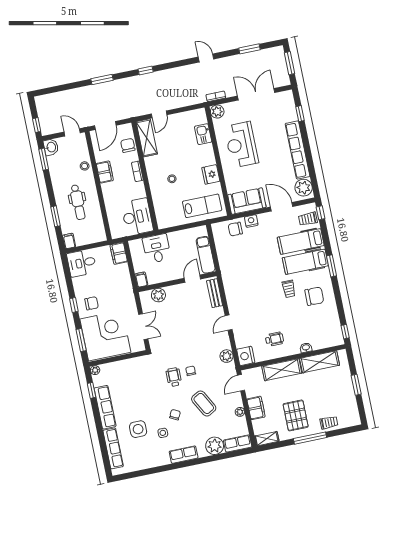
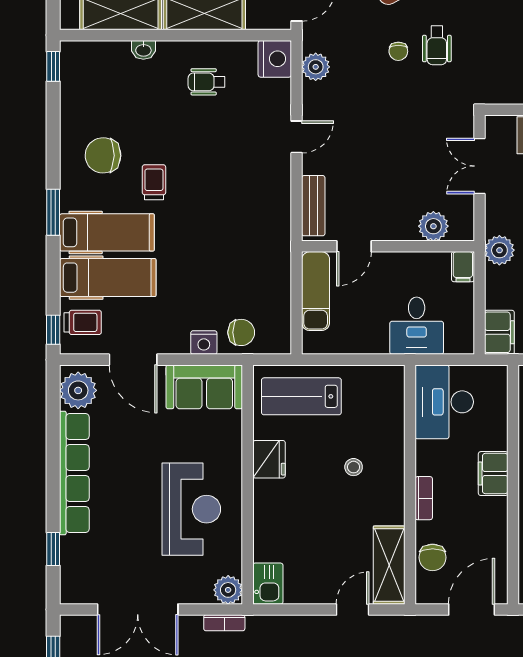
kitchen sink: (203, 134) -> (268, 584), moved
filing cabinet: (105, 172) -> (493, 474), moved
plant: (126, 290) -> (499, 250), added

